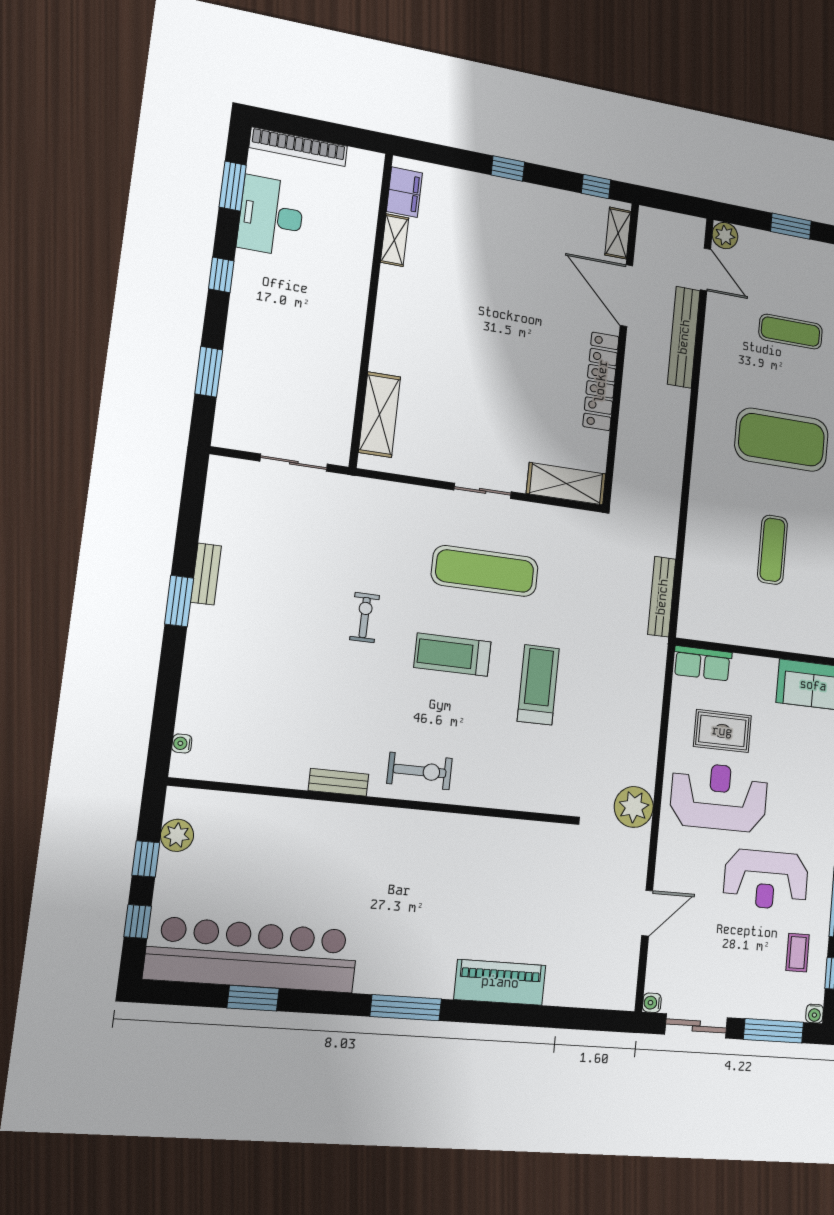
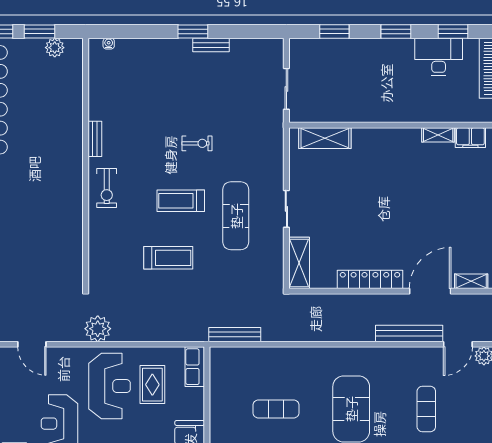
window: (221, 275) -> (396, 31), width x1.50
treadmill: (453, 655) -> (181, 201), turned -90
window: (146, 859) -> (40, 31), width x1.50

